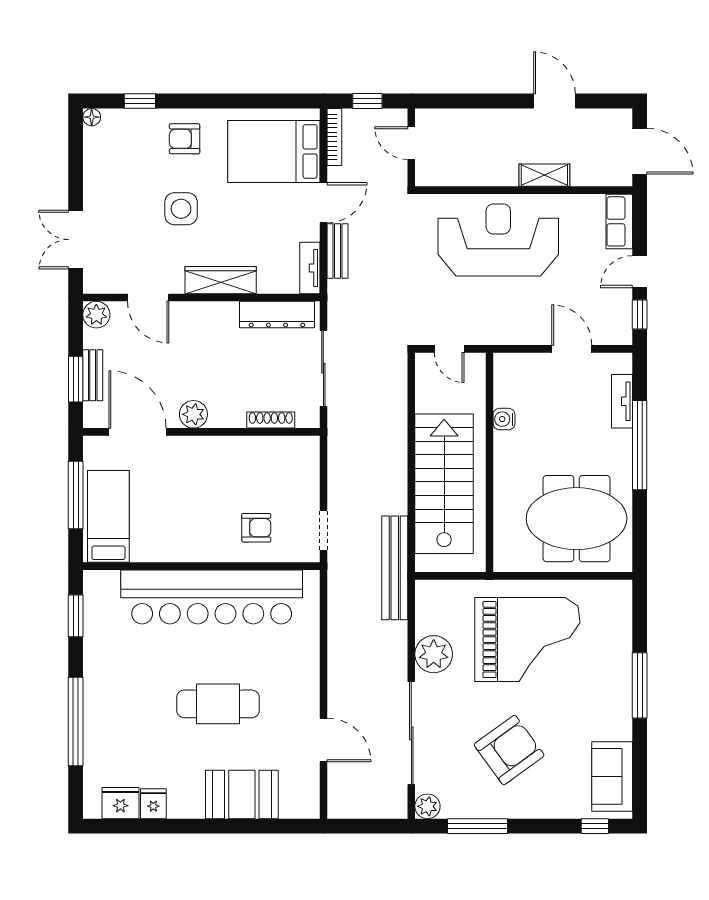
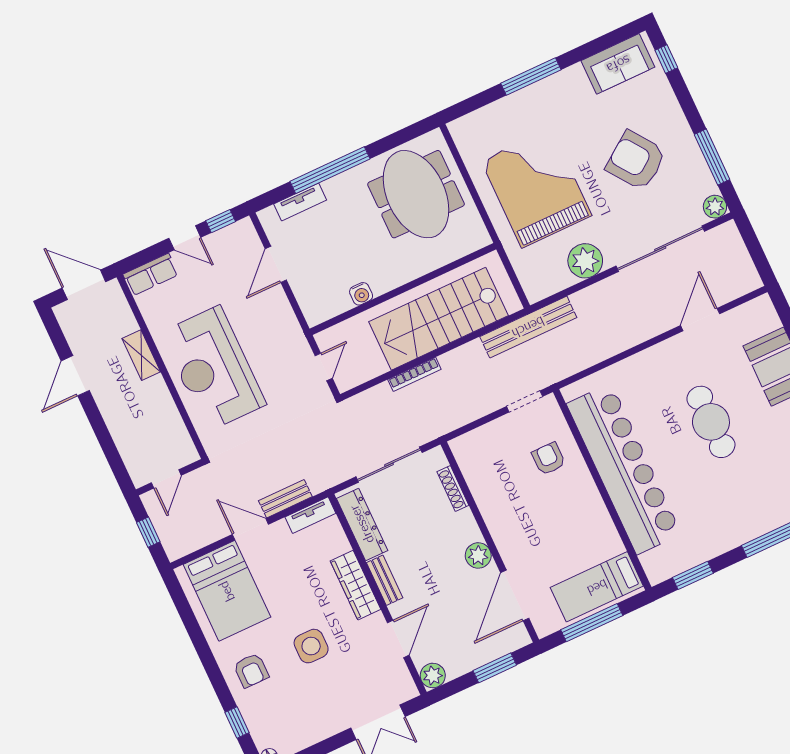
bookcase: (334, 137) -> (414, 374), moved, turned 180
door: (640, 151) -> (84, 285), hinge flipped
bench: (93, 375) -> (385, 580), moved, turned 90

